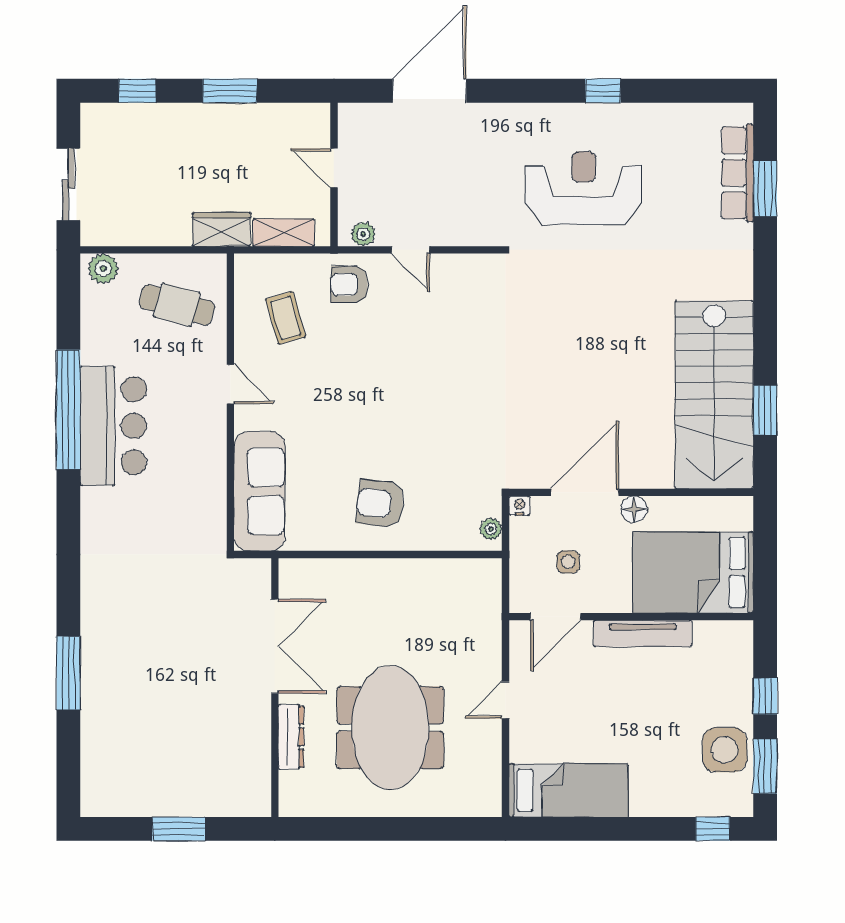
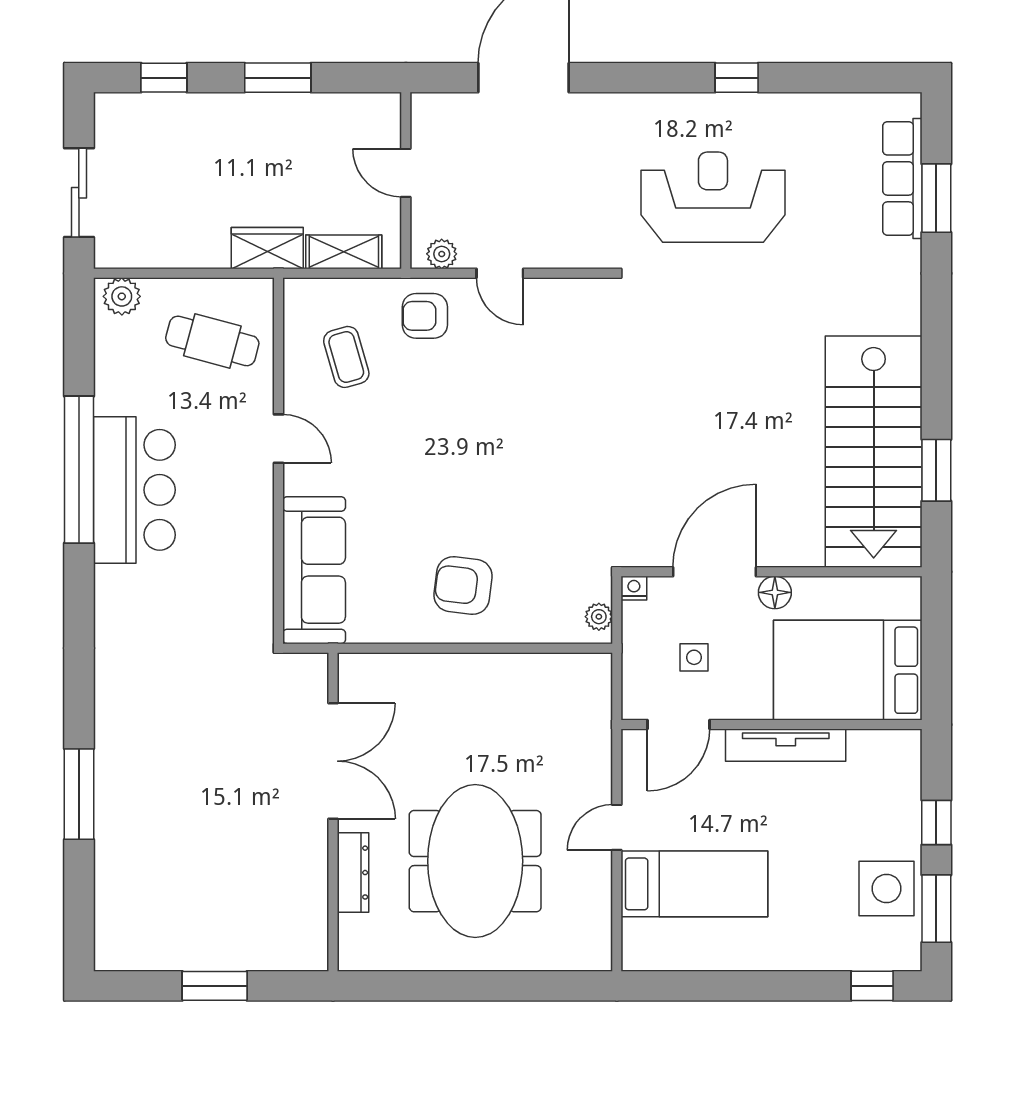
bed: (568, 790) -> (694, 884), moved

